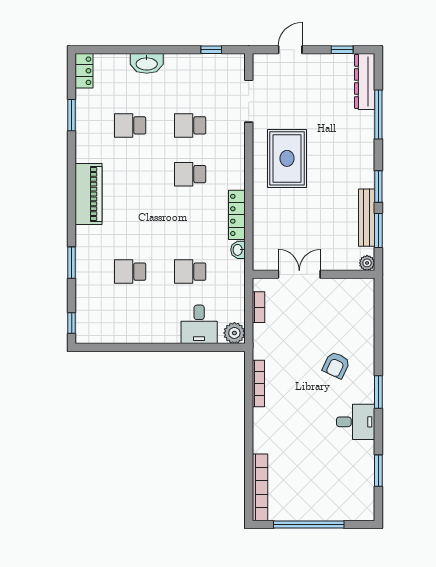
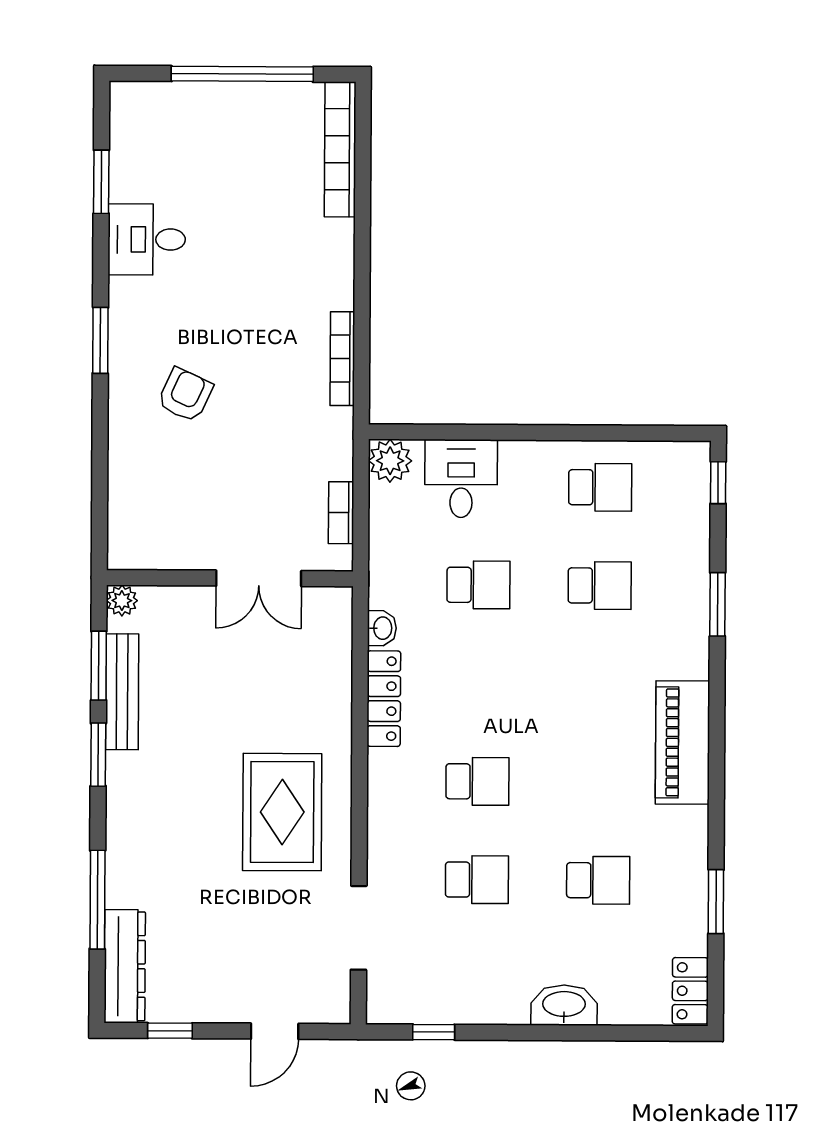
school desk: (130, 320) -> (600, 487), added
desk: (356, 422) -> (147, 239), moved

